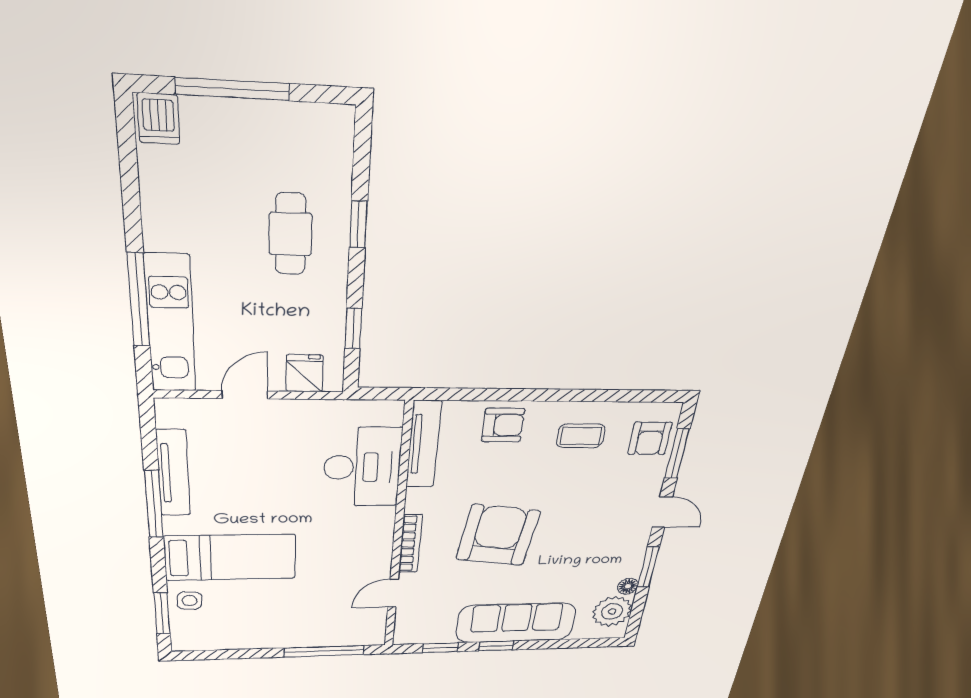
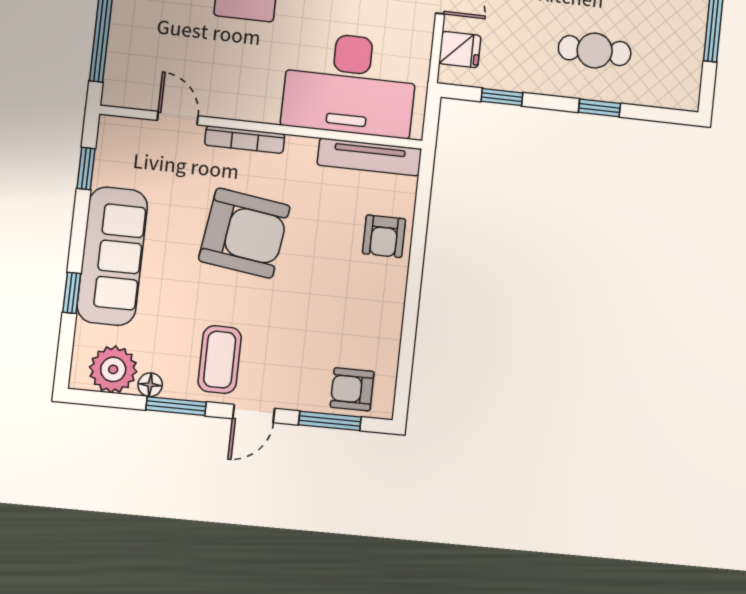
coffee table: (581, 436) -> (220, 360), moved, width x1.36, depth x1.30
desk: (362, 467) -> (350, 84), width x1.36, depth x1.30
window: (496, 646) -> (72, 293), moved

